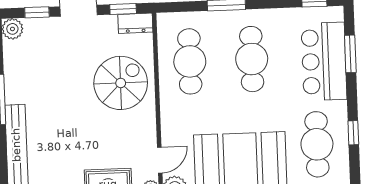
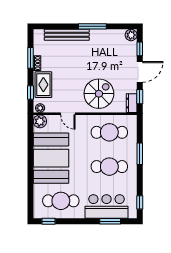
spiral stairs: (121, 83) -> (99, 94), turned -90
window: (353, 133) -> (49, 221), moved
door: (160, 160) -> (68, 114), moved

